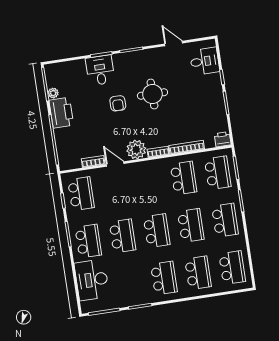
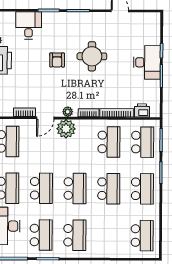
desk: (205, 61) -> (147, 62), moved, width x1.37
desk: (100, 70) -> (29, 25), moved
printer: (223, 139) -> (142, 110), moved
plant: (136, 150) -> (68, 112), width x0.53, depth x0.53
door: (115, 164) -> (45, 118), swing flipped
plant: (138, 172) -> (66, 129), added
school desk: (198, 273) -> (41, 235), moved

